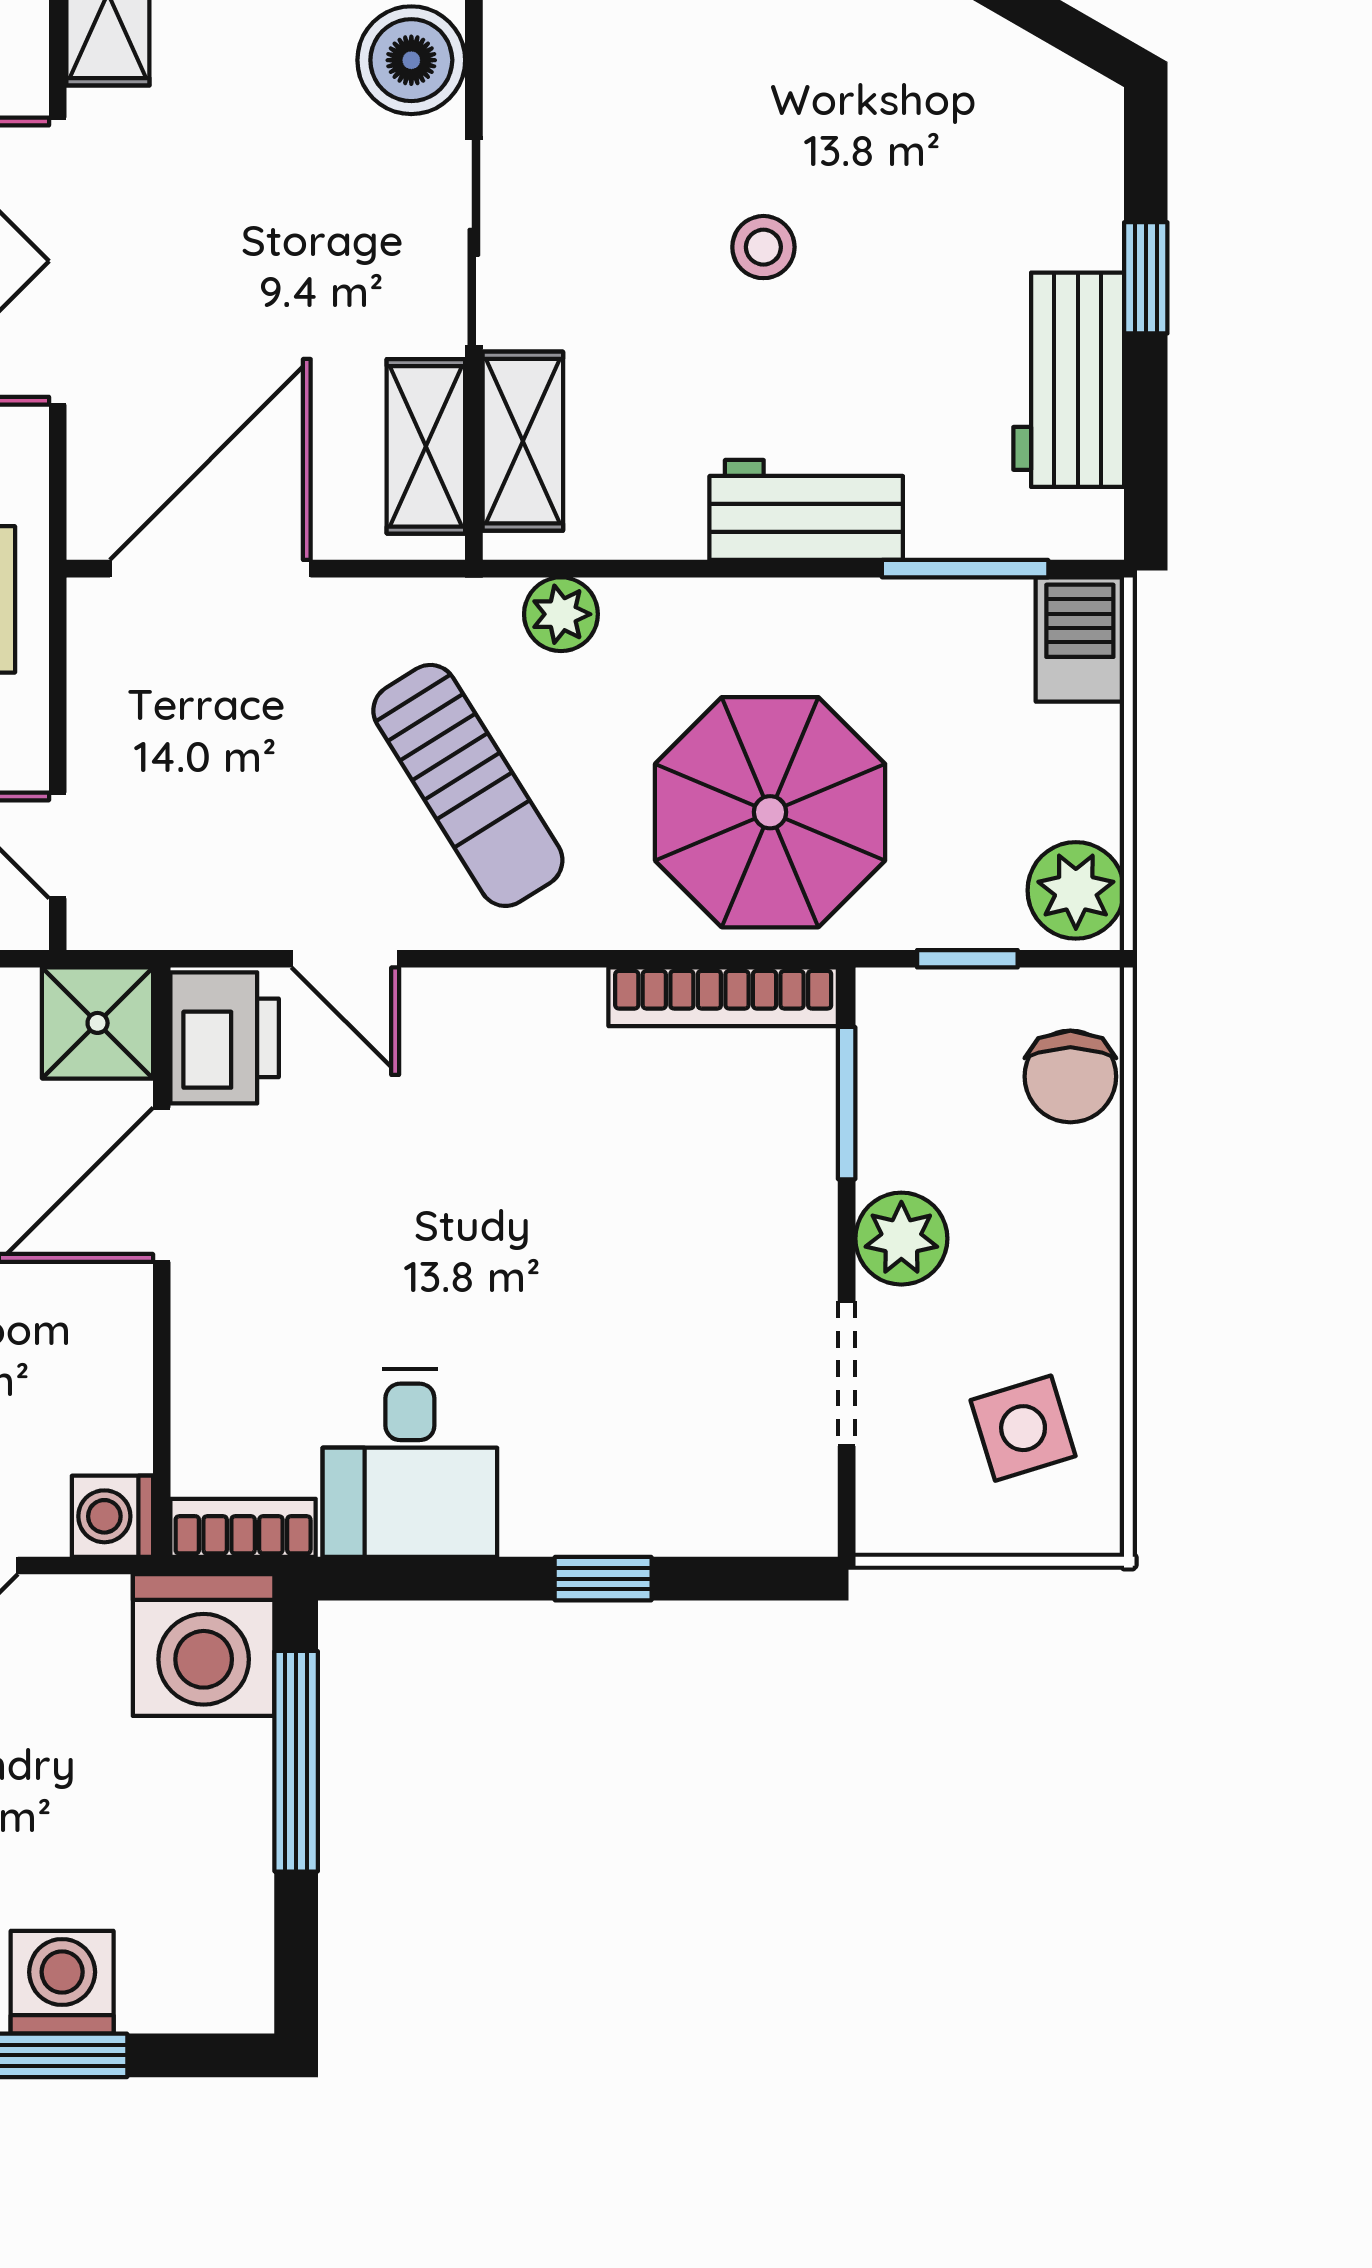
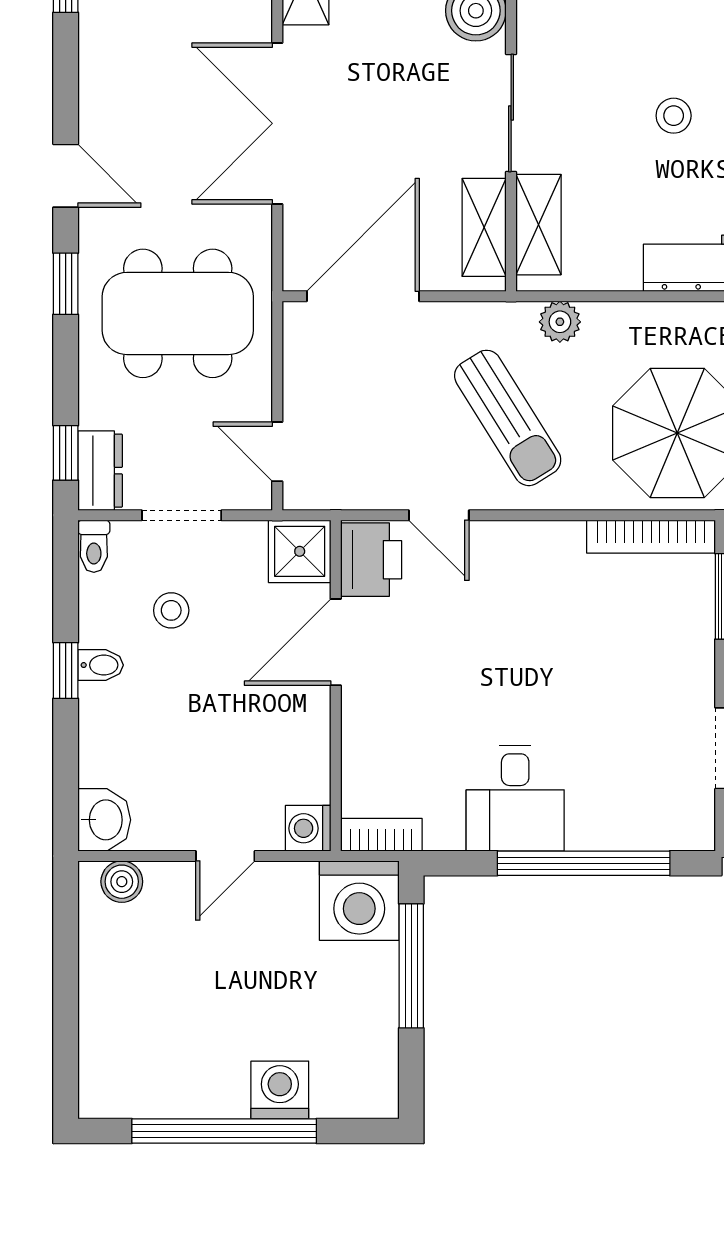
desk: (410, 1463) -> (515, 798), moved
window: (603, 1579) -> (584, 863), width x3.17

